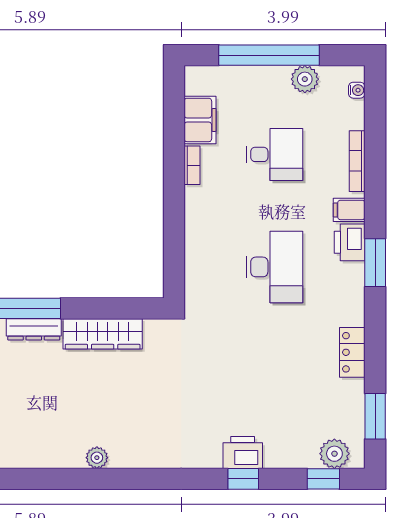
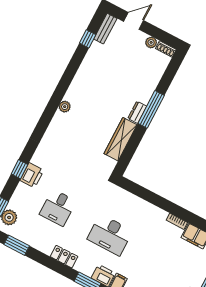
desk: (275, 154) -> (58, 208), moved
dresser: (34, 329) -> (137, 112), width x0.70
locker: (352, 352) -> (64, 257), moved

